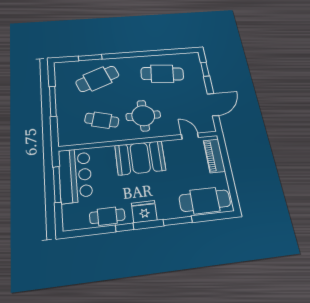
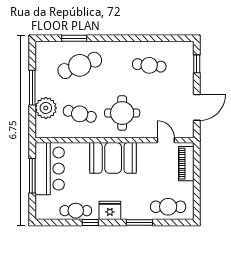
cafe table: (162, 74) -> (149, 65), width x0.73, depth x0.74
plant: (67, 118) -> (46, 108), added
cafe table: (205, 201) -> (168, 207), width x0.73, depth x0.74

